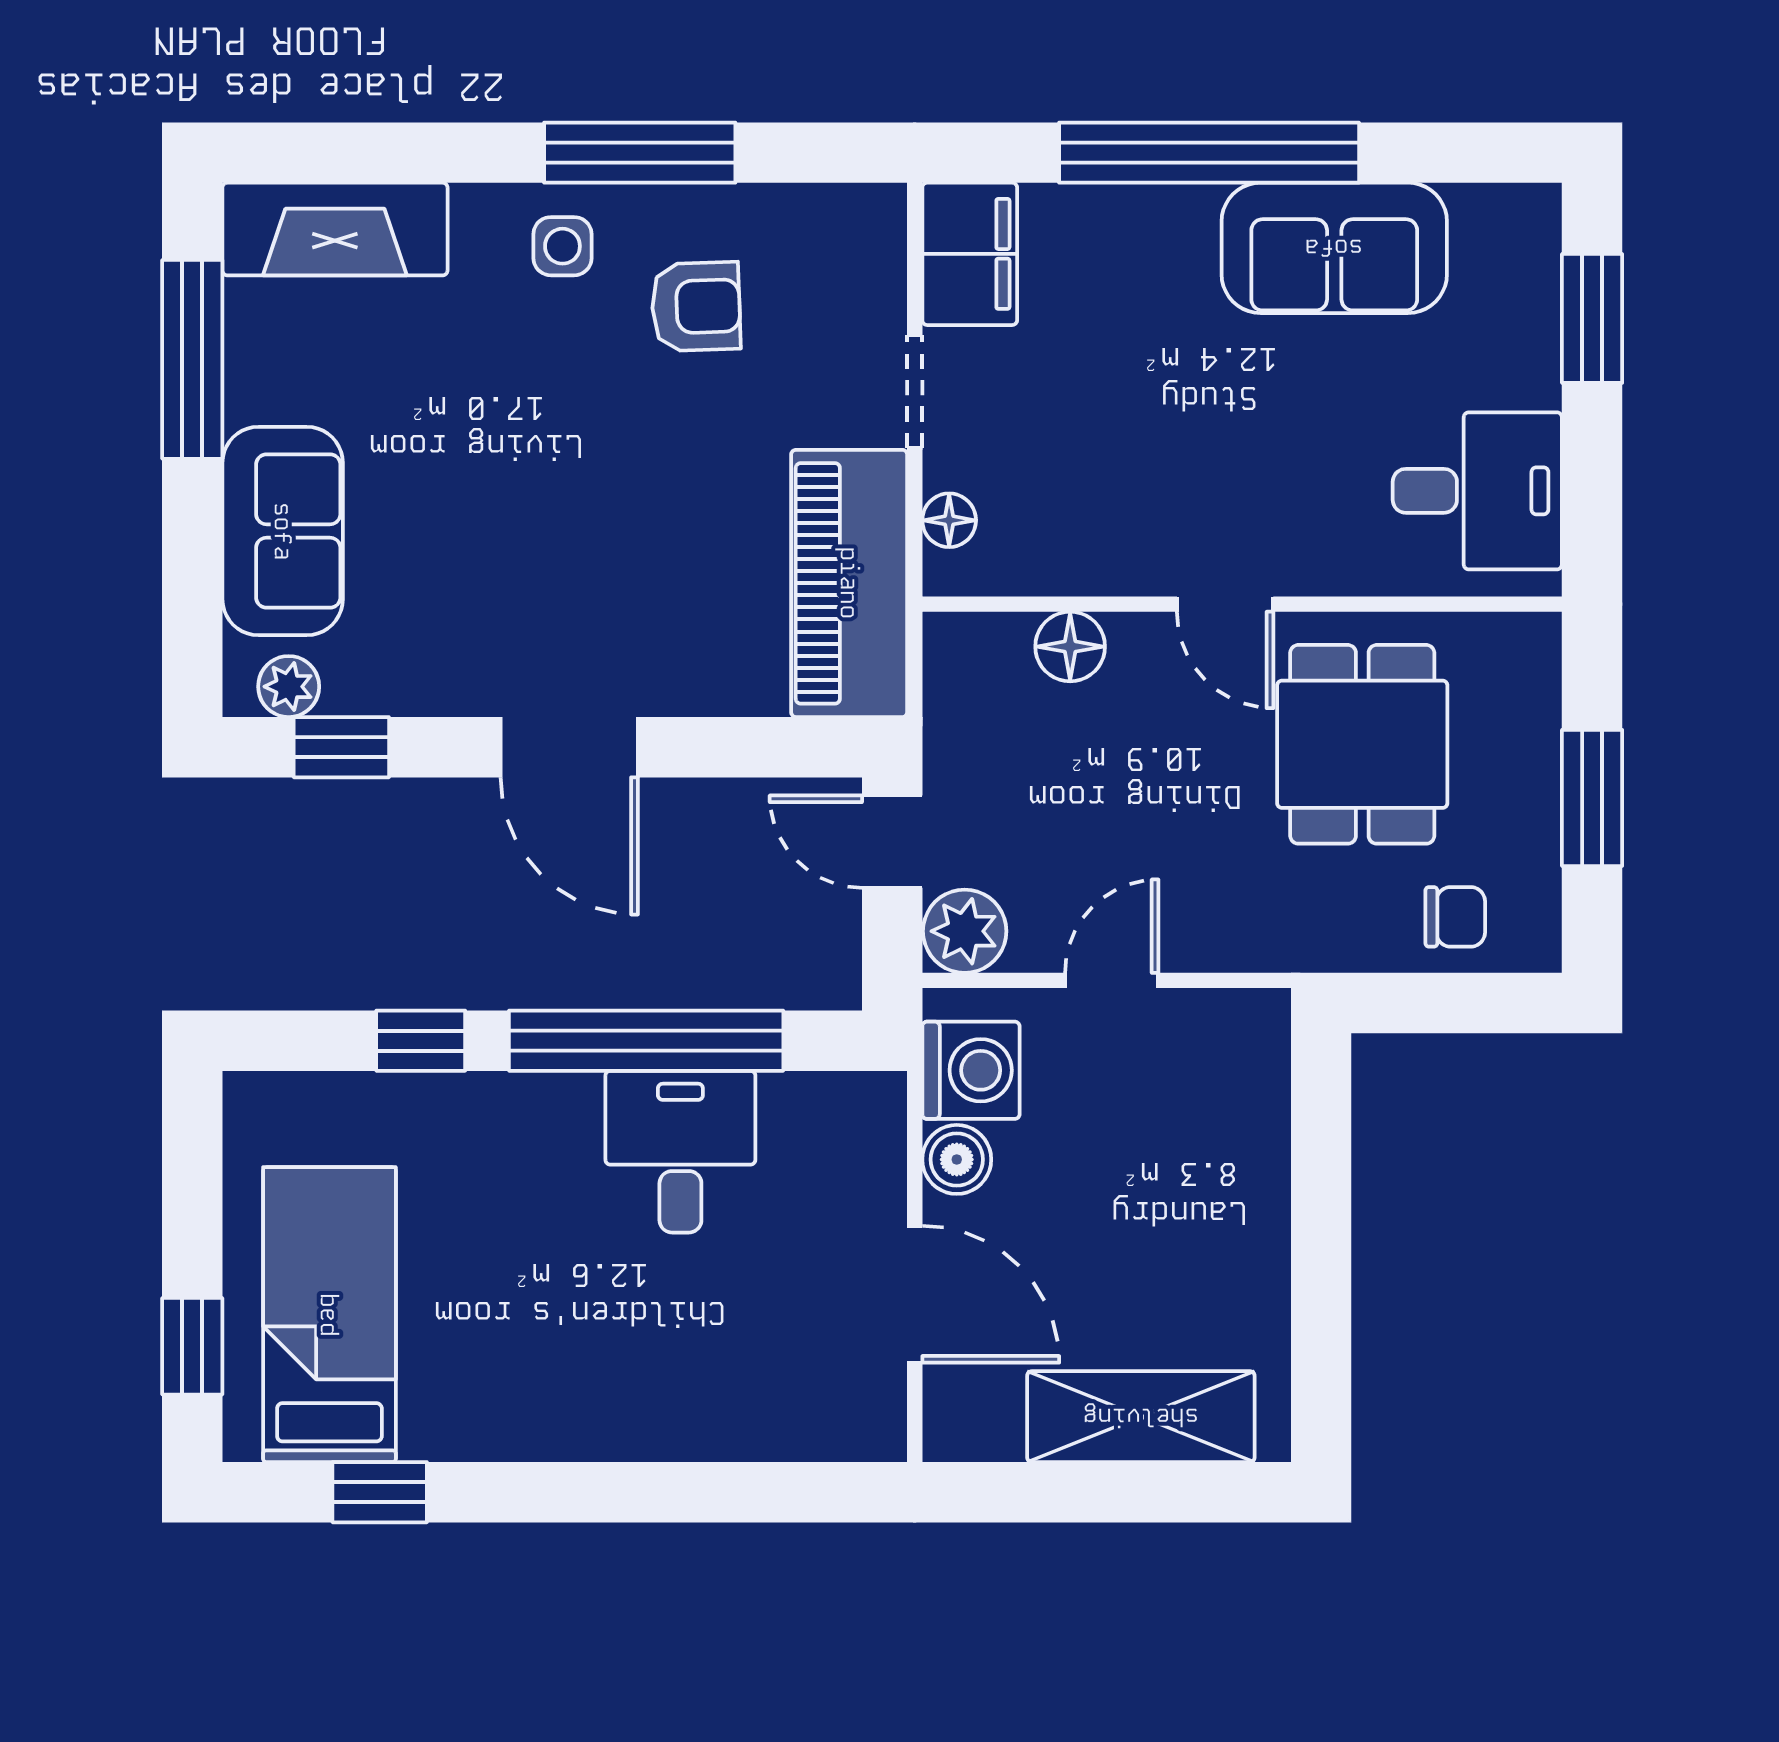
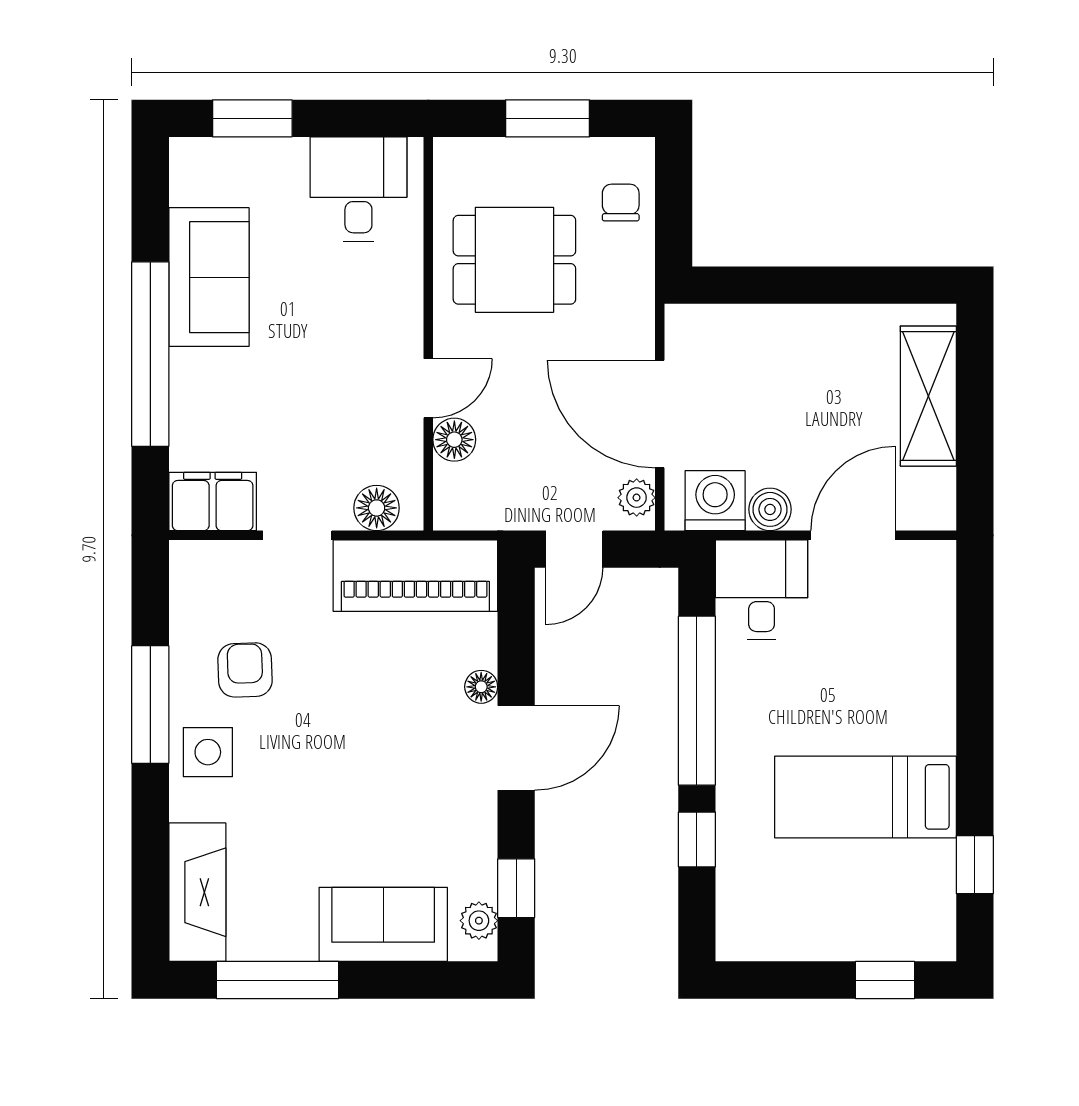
side table: (562, 246) -> (208, 752), width x1.37, depth x1.37
floor lamp: (949, 520) -> (377, 508), width x1.37, depth x1.37
door: (1225, 604) -> (428, 388), moved
floor lamp: (669, 690) -> (481, 687), added
plant: (965, 931) -> (637, 498), width x0.73, depth x0.73
door: (1112, 980) -> (660, 414), width x1.87
desk: (680, 1152) -> (762, 590), moved, turned 90
bed: (329, 1315) -> (865, 797), moved

